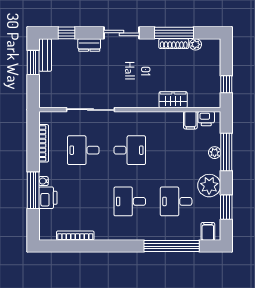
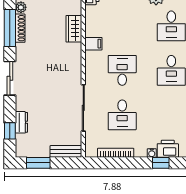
dresser: (89, 45) -> (21, 122), moved
bench: (45, 55) -> (66, 151), moved
filing cabinet: (190, 120) -> (93, 44), moved
window: (33, 190) -> (161, 163), width x0.46

